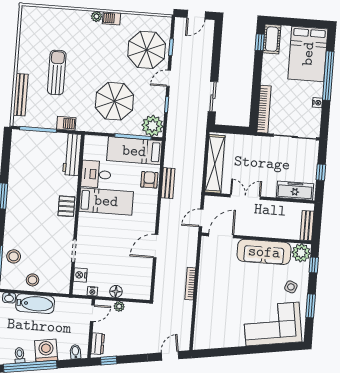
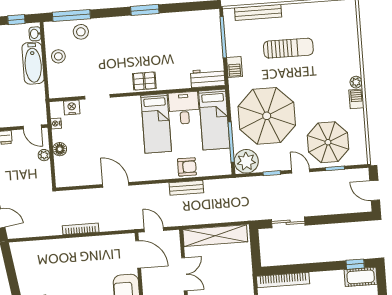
parasol: (114, 101) -> (267, 116), width x1.36, depth x1.36
bed: (134, 151) -> (214, 120), moved, turned 180
workbench: (72, 155) -> (208, 78), width x0.73

